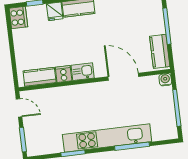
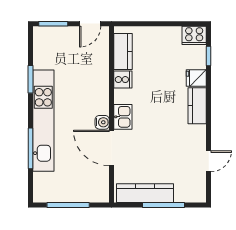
kitchen counter: (160, 51) -> (145, 193), width x1.50
kitchen sink: (83, 72) -> (123, 117), moved
door: (123, 77) -> (112, 148), swing flipped
water cooler: (165, 80) -> (102, 122), moved

